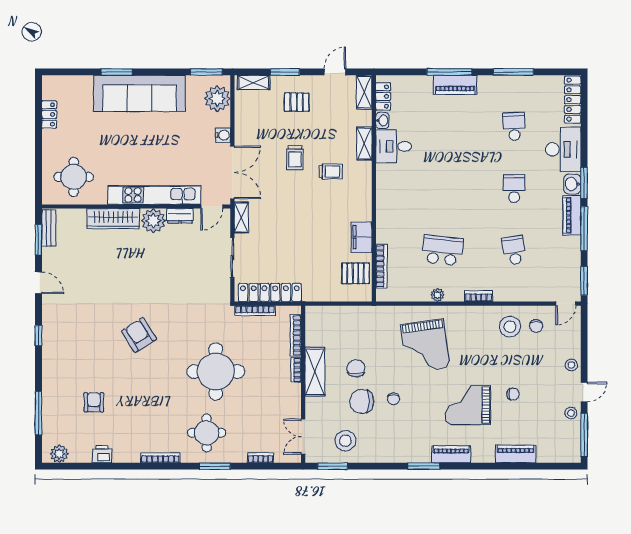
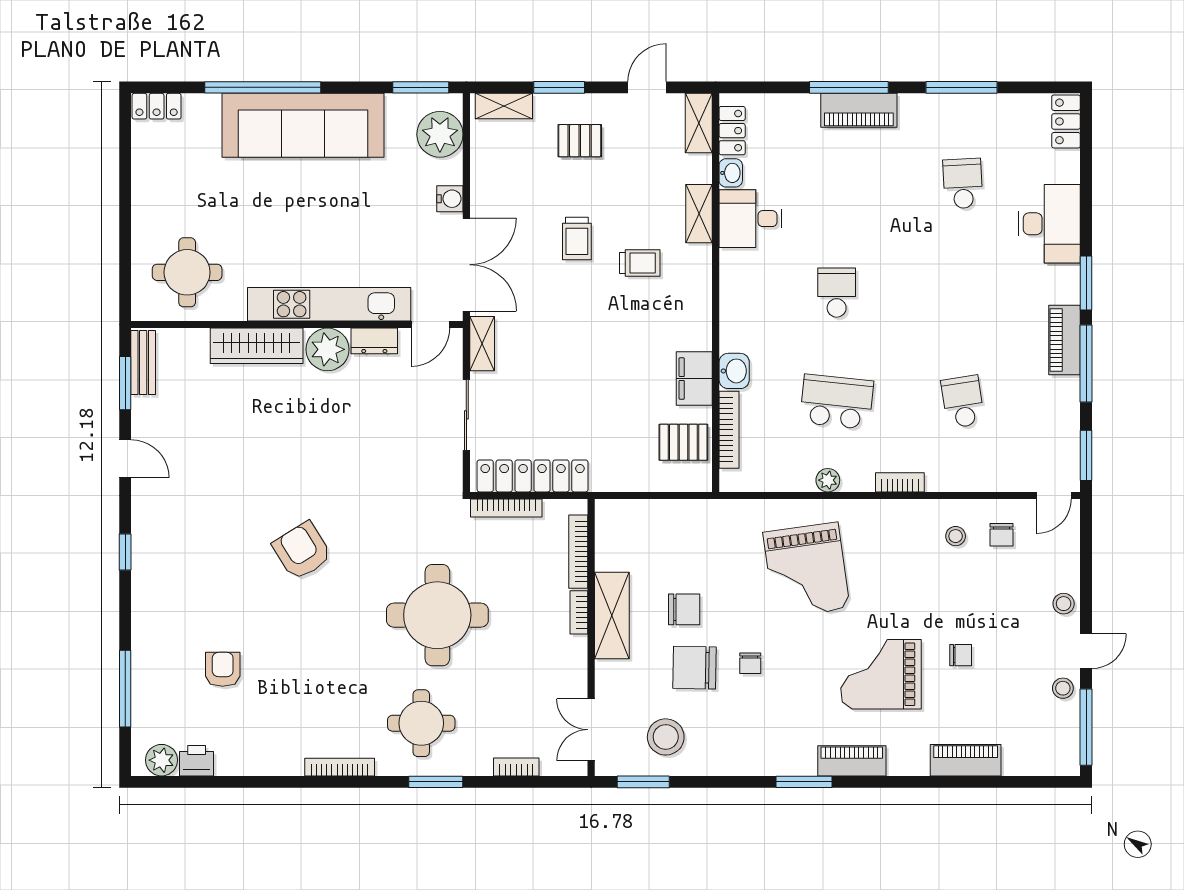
window: (117, 72) -> (263, 87), width x2.11
locker: (573, 100) -> (1066, 121), width x0.66
locker: (49, 114) -> (157, 106), moved, turned 90
washbasin: (572, 184) -> (734, 371), moved, turned 180
school desk: (514, 188) -> (837, 293), moved
stool: (510, 327) -> (956, 536), width x0.53, depth x0.53
chair: (356, 368) -> (684, 609), turned 90
printer: (102, 454) -> (197, 761), moved

